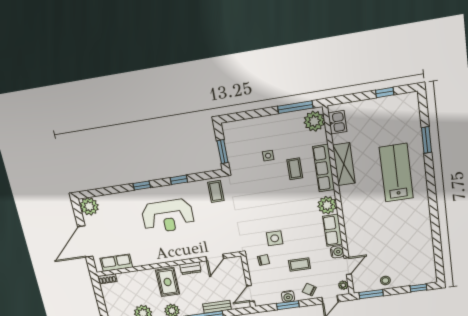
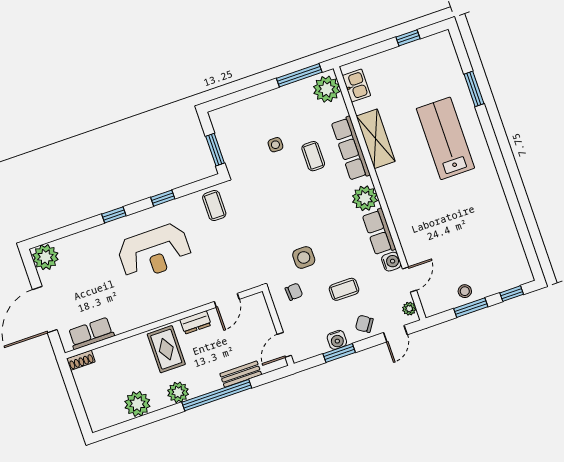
window: (371, 294) -> (471, 308), moved

